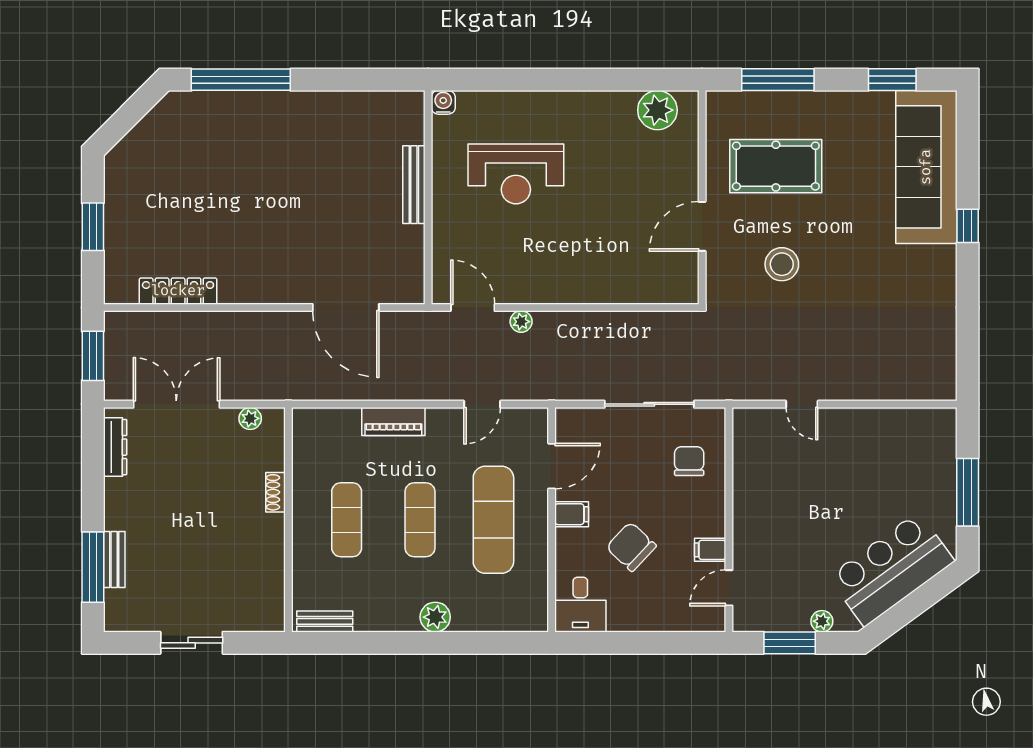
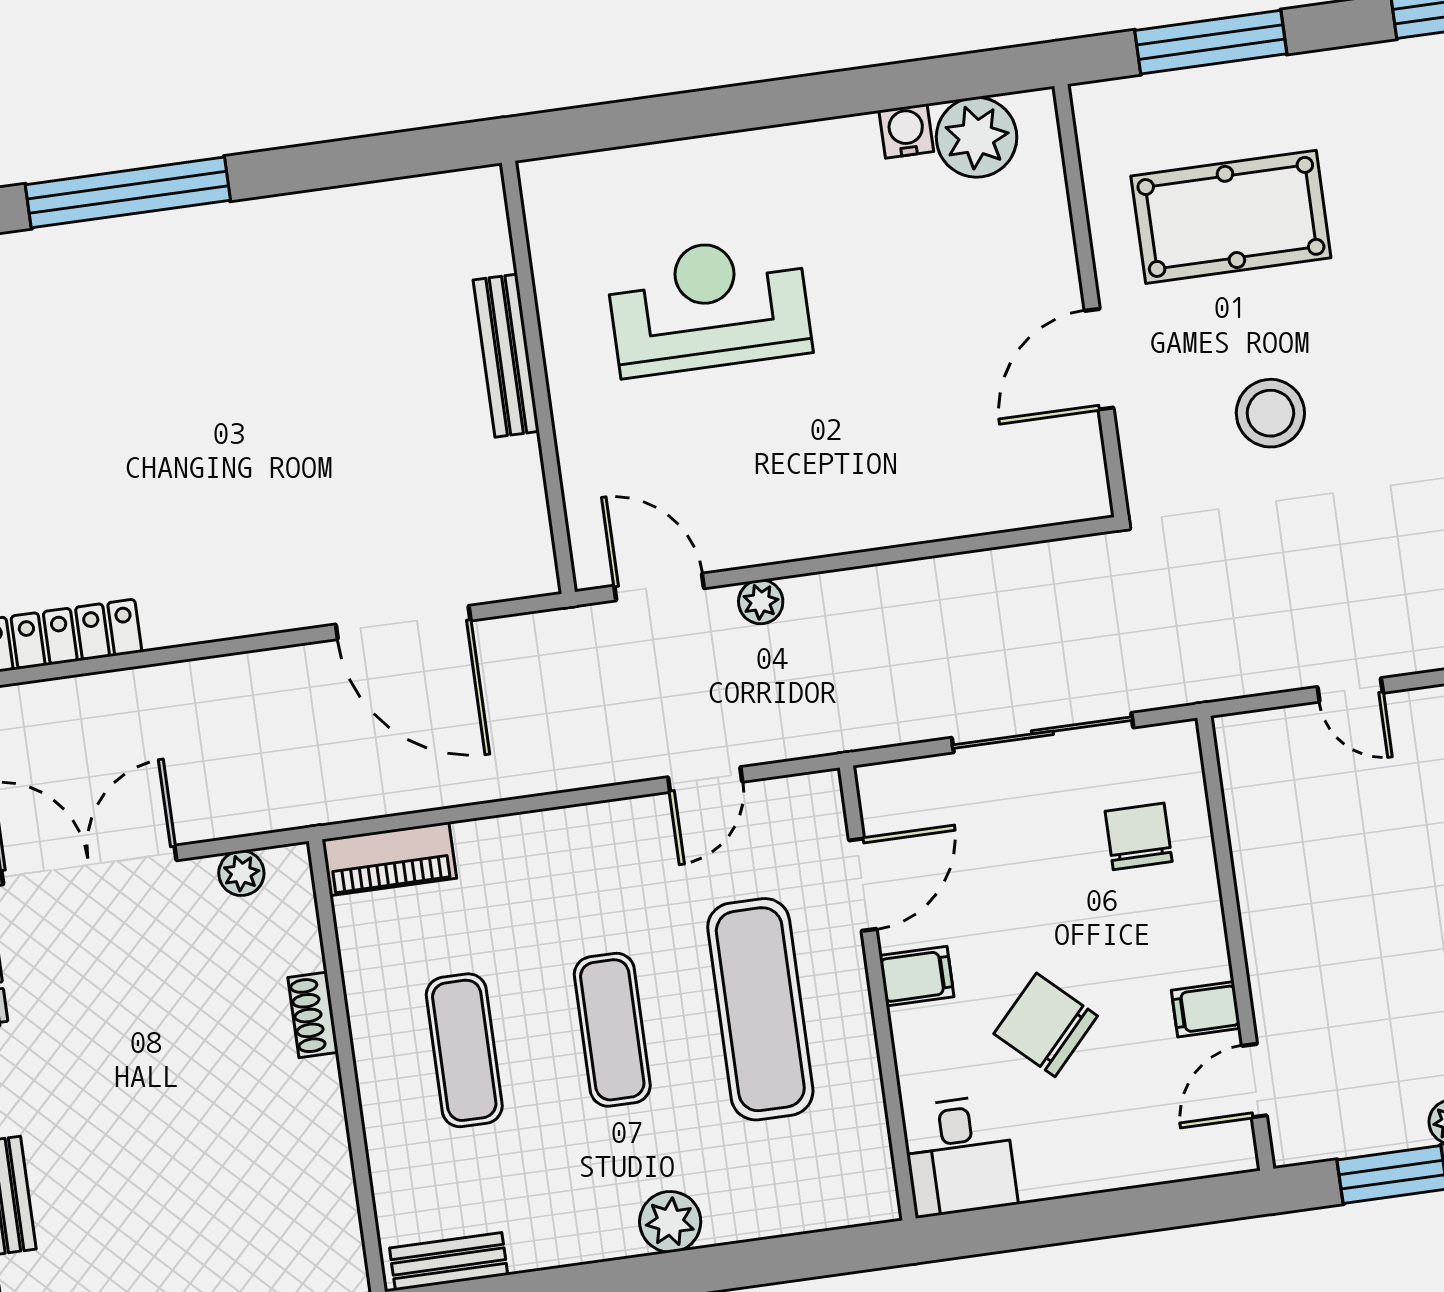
water cooler: (443, 102) -> (906, 131), moved
reception desk: (516, 174) -> (709, 306), turned 180
piano: (393, 422) -> (389, 859), moved

